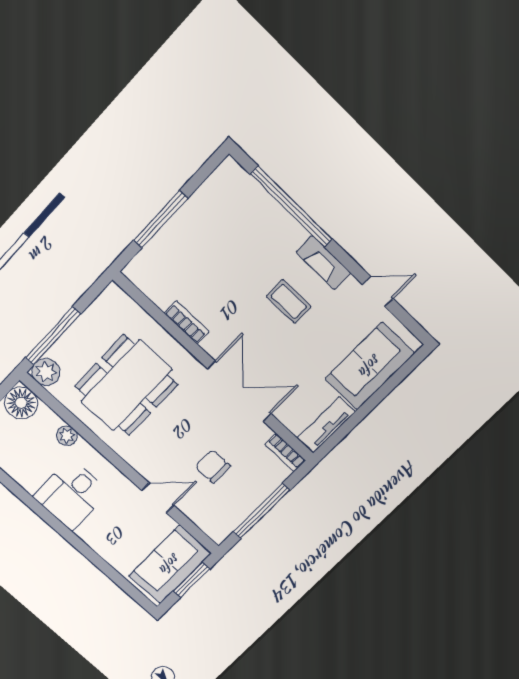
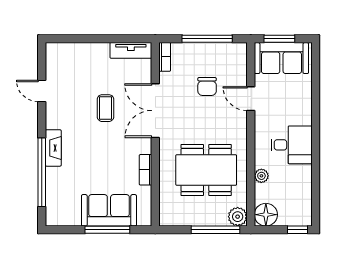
fireplace: (323, 263) -> (53, 148), moved
coffee table: (289, 301) -> (105, 108), moved
sofa: (370, 366) -> (109, 210), moved, turned 180

